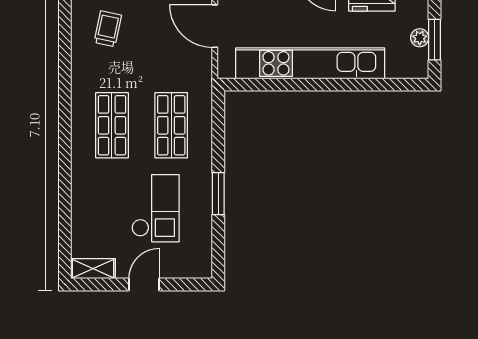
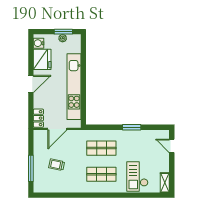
trolley: (108, 29) -> (57, 165), moved
checkout: (155, 208) -> (137, 176), moved, turned -90
door: (144, 285) -> (172, 146), moved

